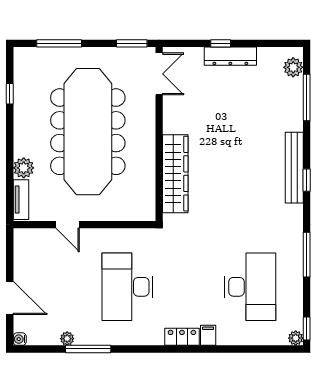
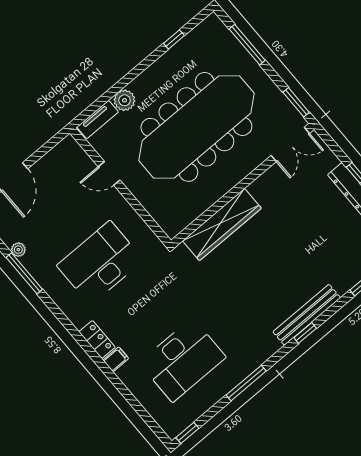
door: (68, 225) -> (109, 173), hinge flipped
plant: (296, 338) -> (172, 431), removed

